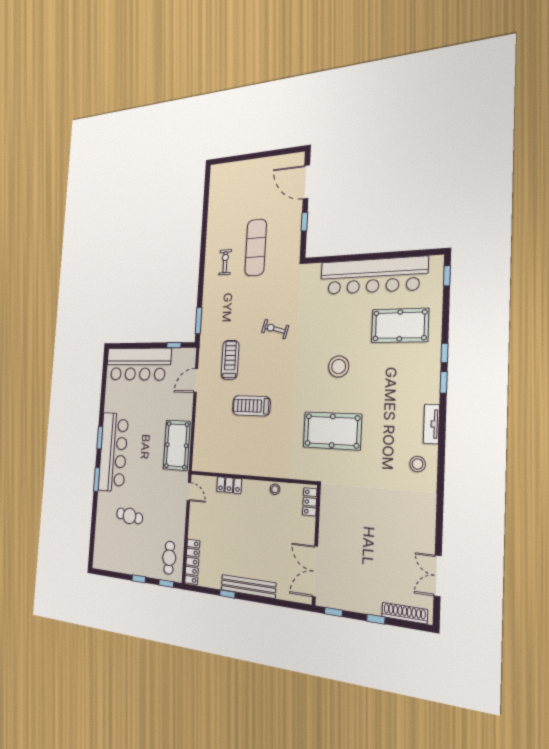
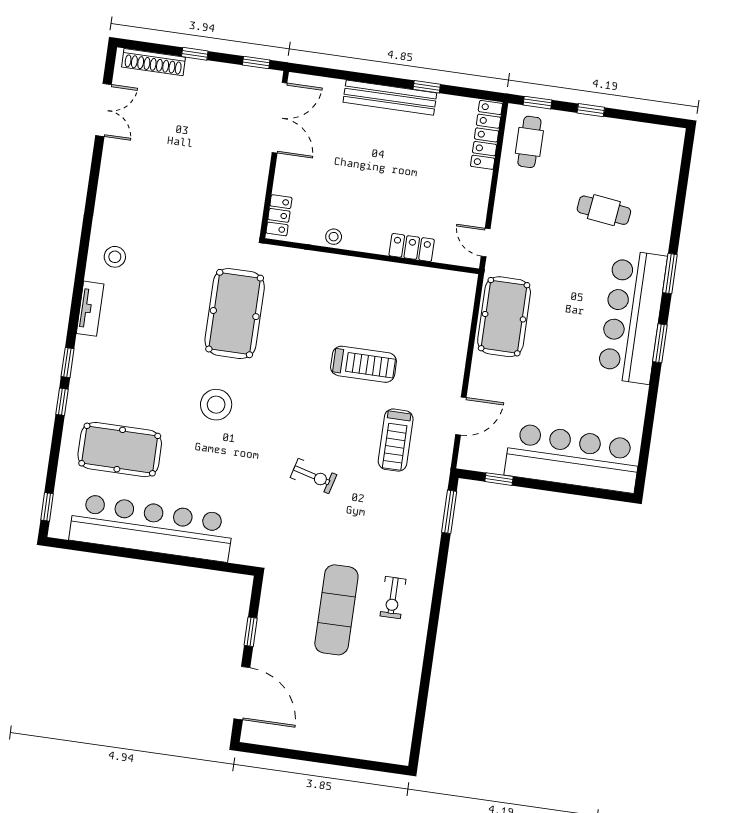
pool table: (332, 431) -> (235, 314), turned 90

